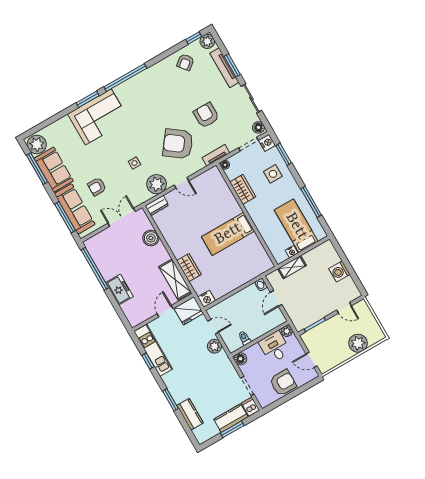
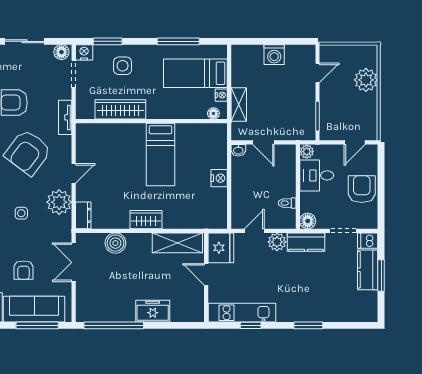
floor lamp: (225, 165) -> (213, 113), moved
wardrobe: (243, 189) -> (120, 109), width x1.50
wardrobe: (189, 268) -> (146, 220), moved
nightstand: (207, 299) -> (219, 178), moved
kitchen counter: (190, 414) -> (306, 242), moved, turned 180

